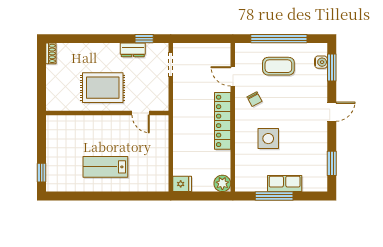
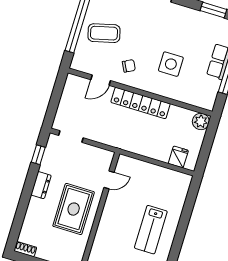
dresser: (133, 50) -> (41, 185), moved
coffee table: (278, 66) -> (104, 33), turned 76
fridge: (182, 184) -> (178, 157), moved

